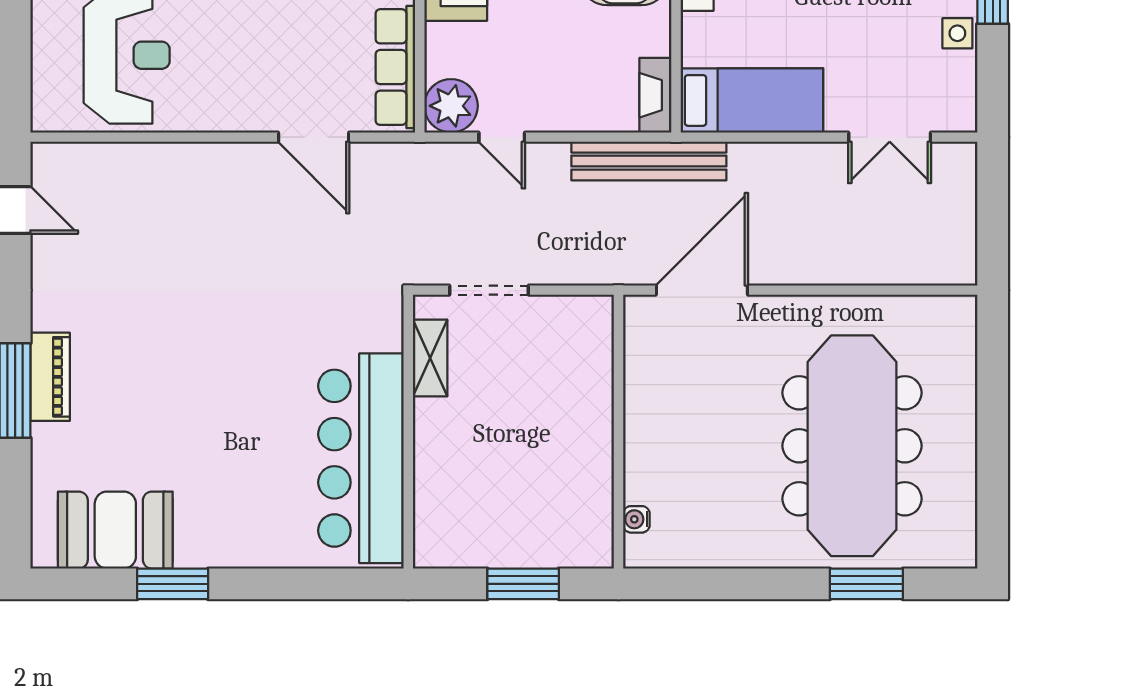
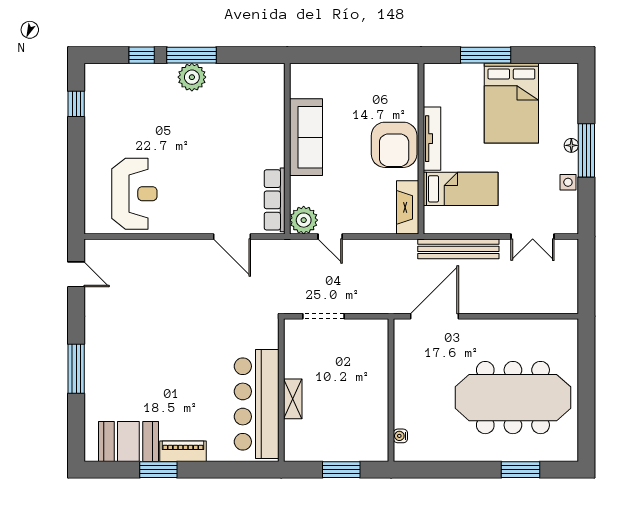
fireplace: (655, 95) -> (408, 207), width x1.37, depth x1.32
bed: (752, 100) -> (461, 189), moved
bench: (649, 161) -> (458, 249), moved
shelving: (430, 358) -> (293, 399), moved
piano: (50, 377) -> (183, 451), moved, turned -90
meeting table: (852, 446) -> (513, 398), turned 90

